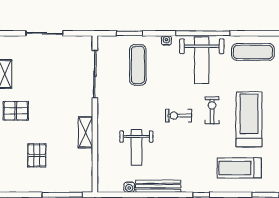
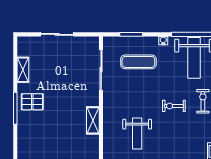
exercise mat: (138, 65) -> (138, 62), turned 90
pallet: (37, 155) -> (51, 141), removed

